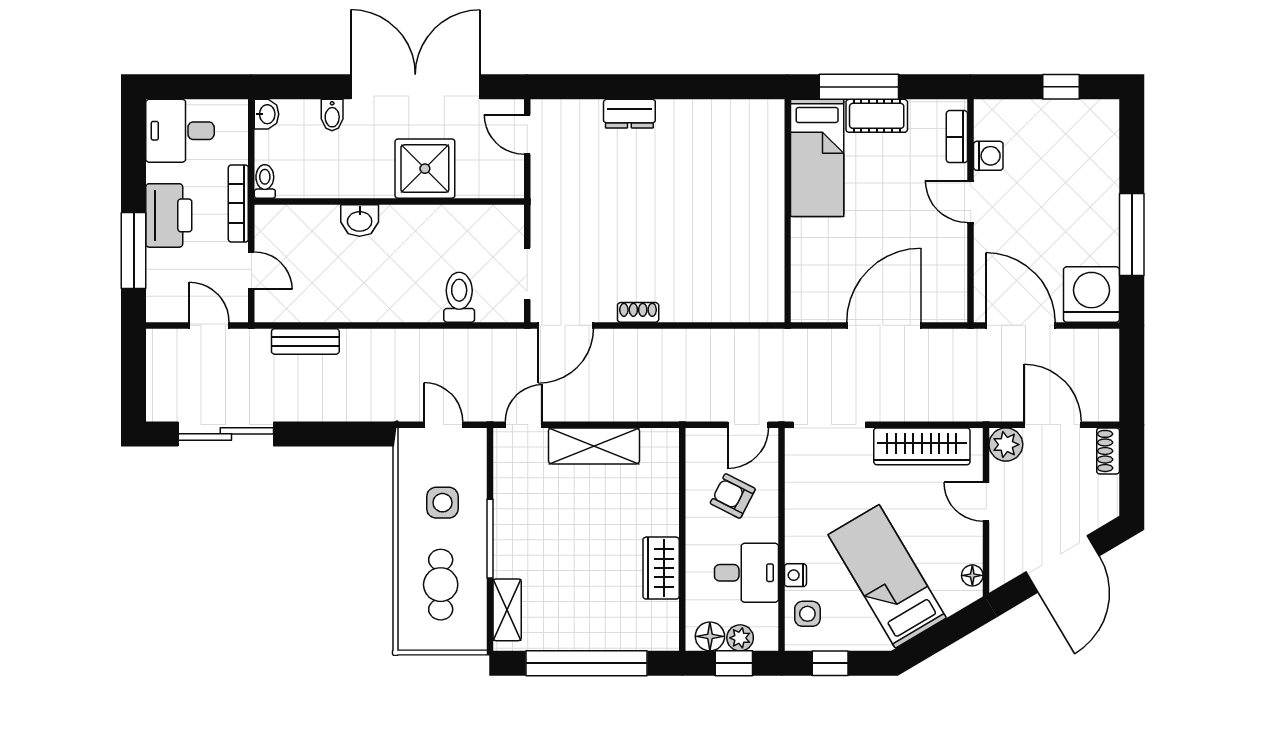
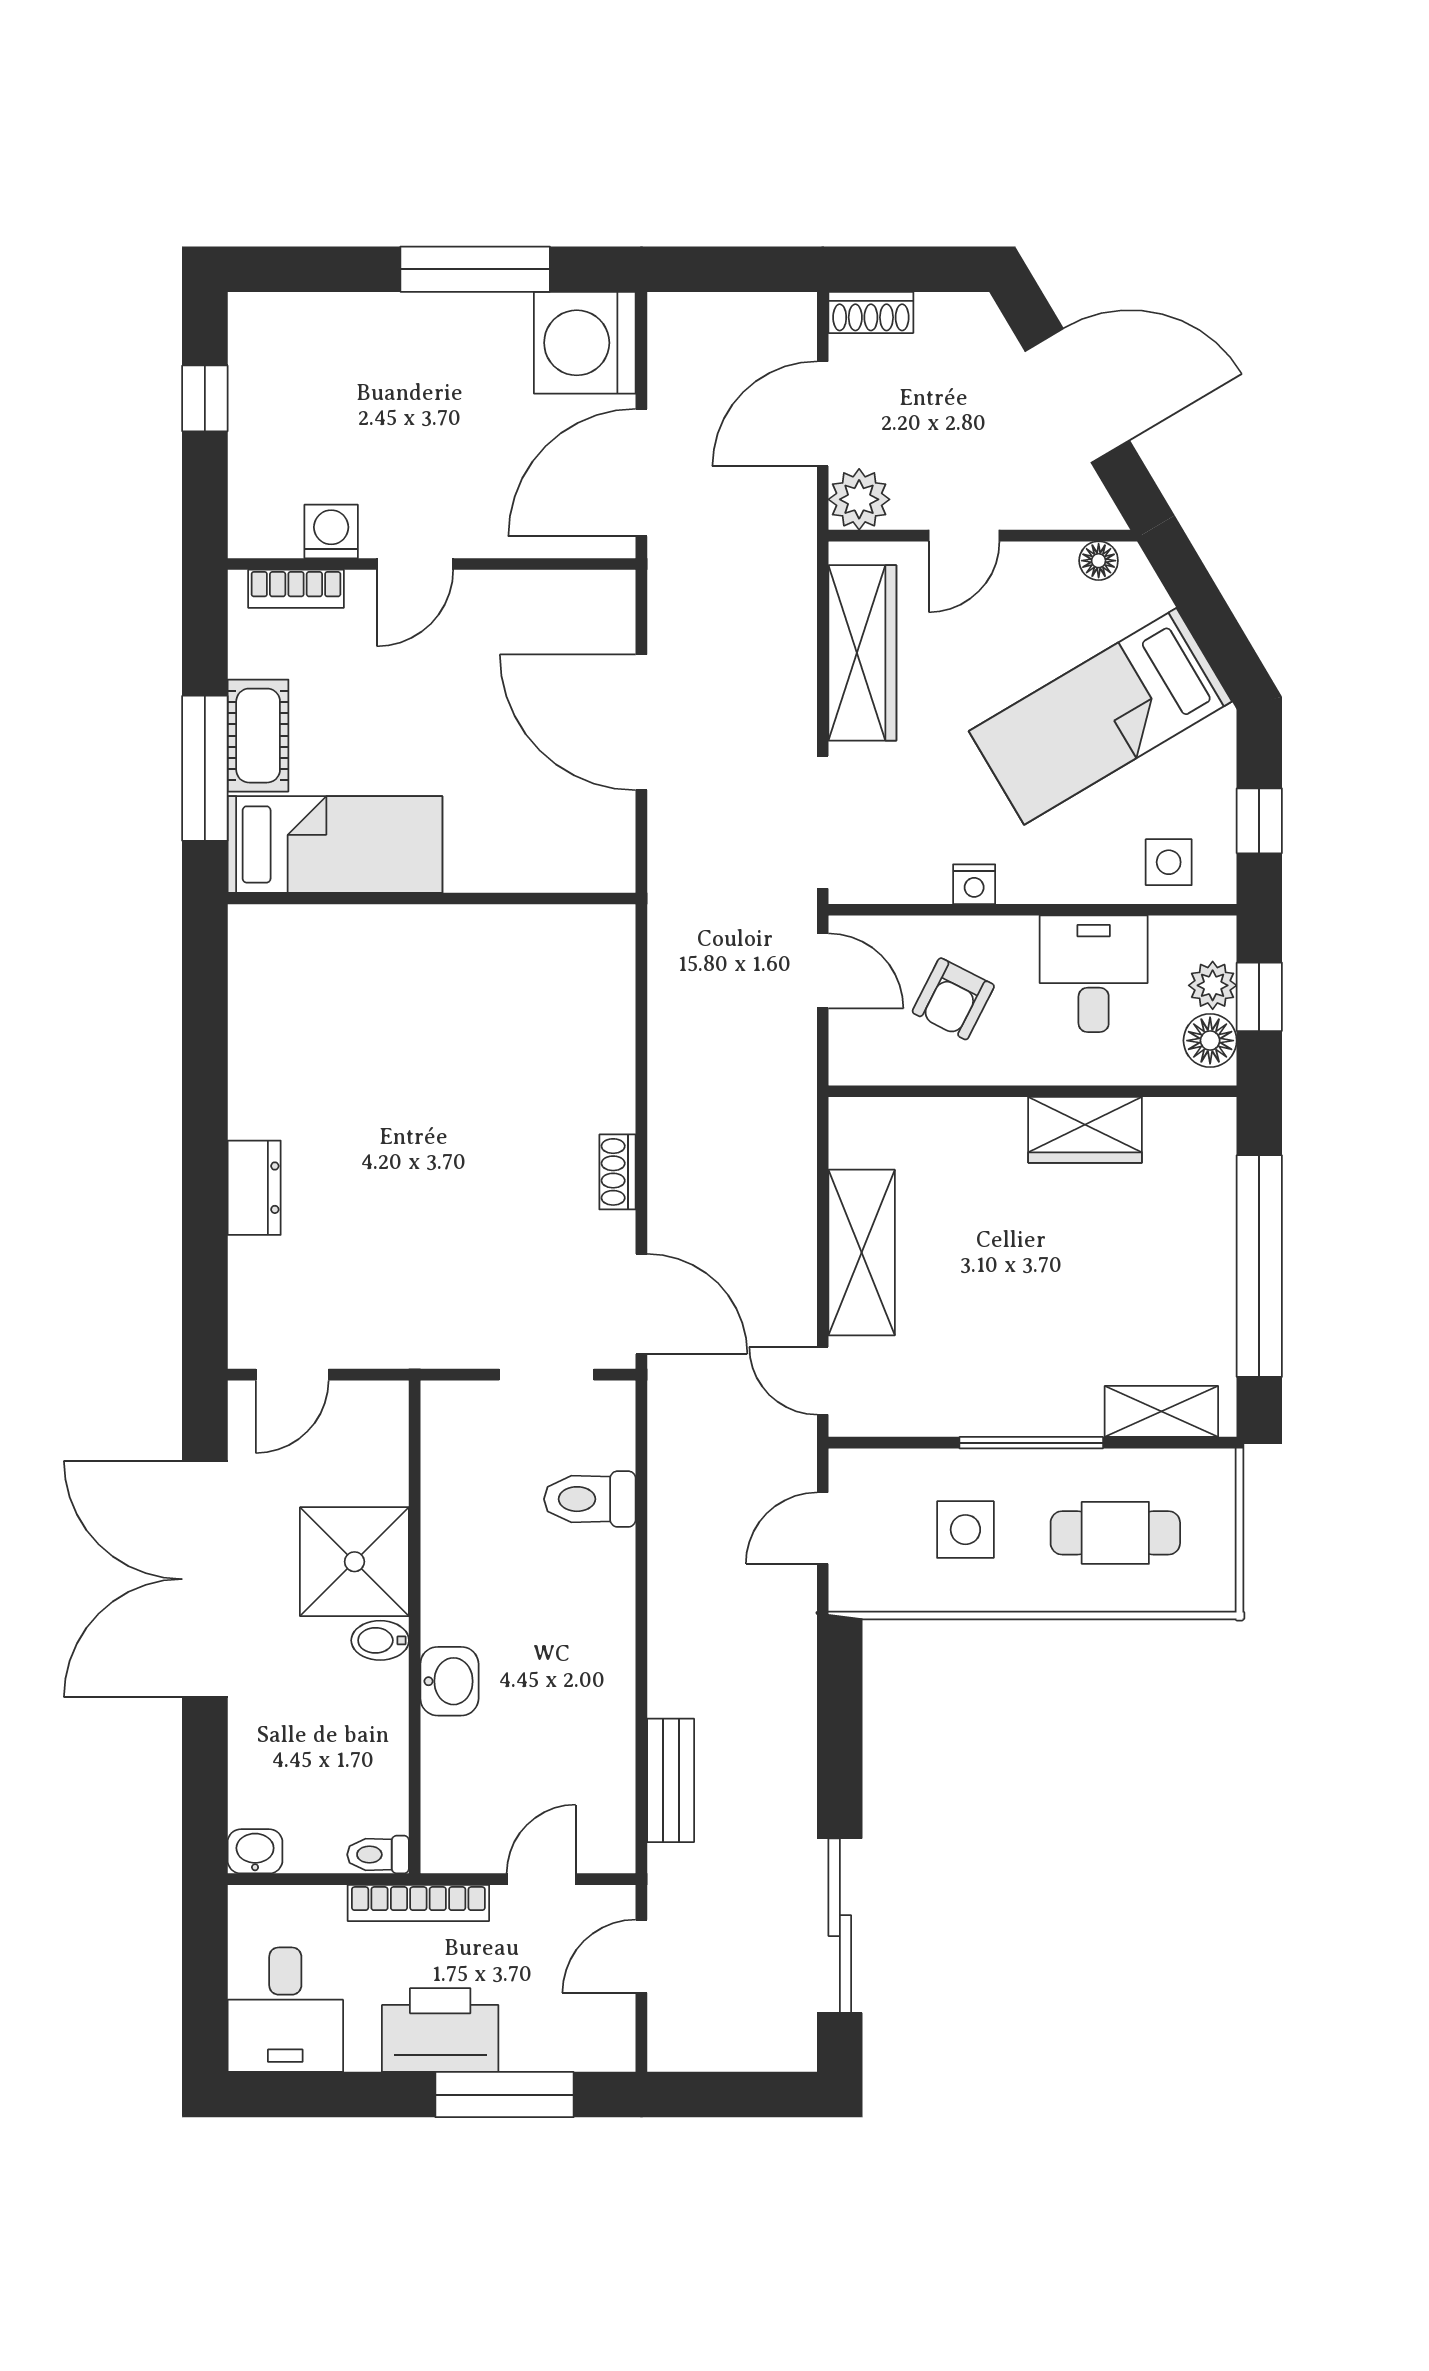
bidet: (332, 115) -> (380, 1640), moved, turned 180
nightstand: (795, 575) -> (974, 884), moved

